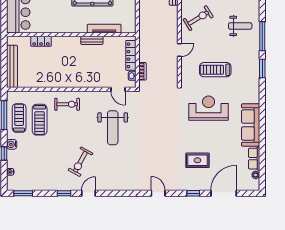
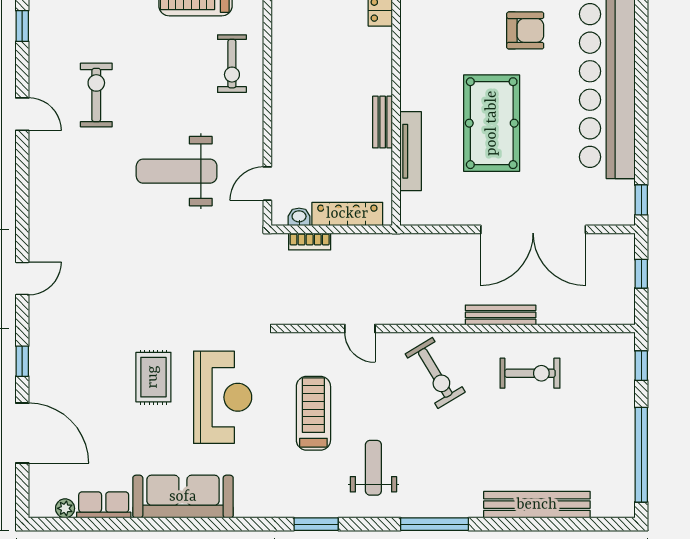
weight bench: (240, 26) -> (373, 468), moved, turned 180
window: (262, 36) -> (434, 524), moved
rug: (197, 160) -> (153, 377), moved
exercise bike: (80, 162) -> (96, 95), turned 61
window: (64, 193) -> (22, 26), moved

